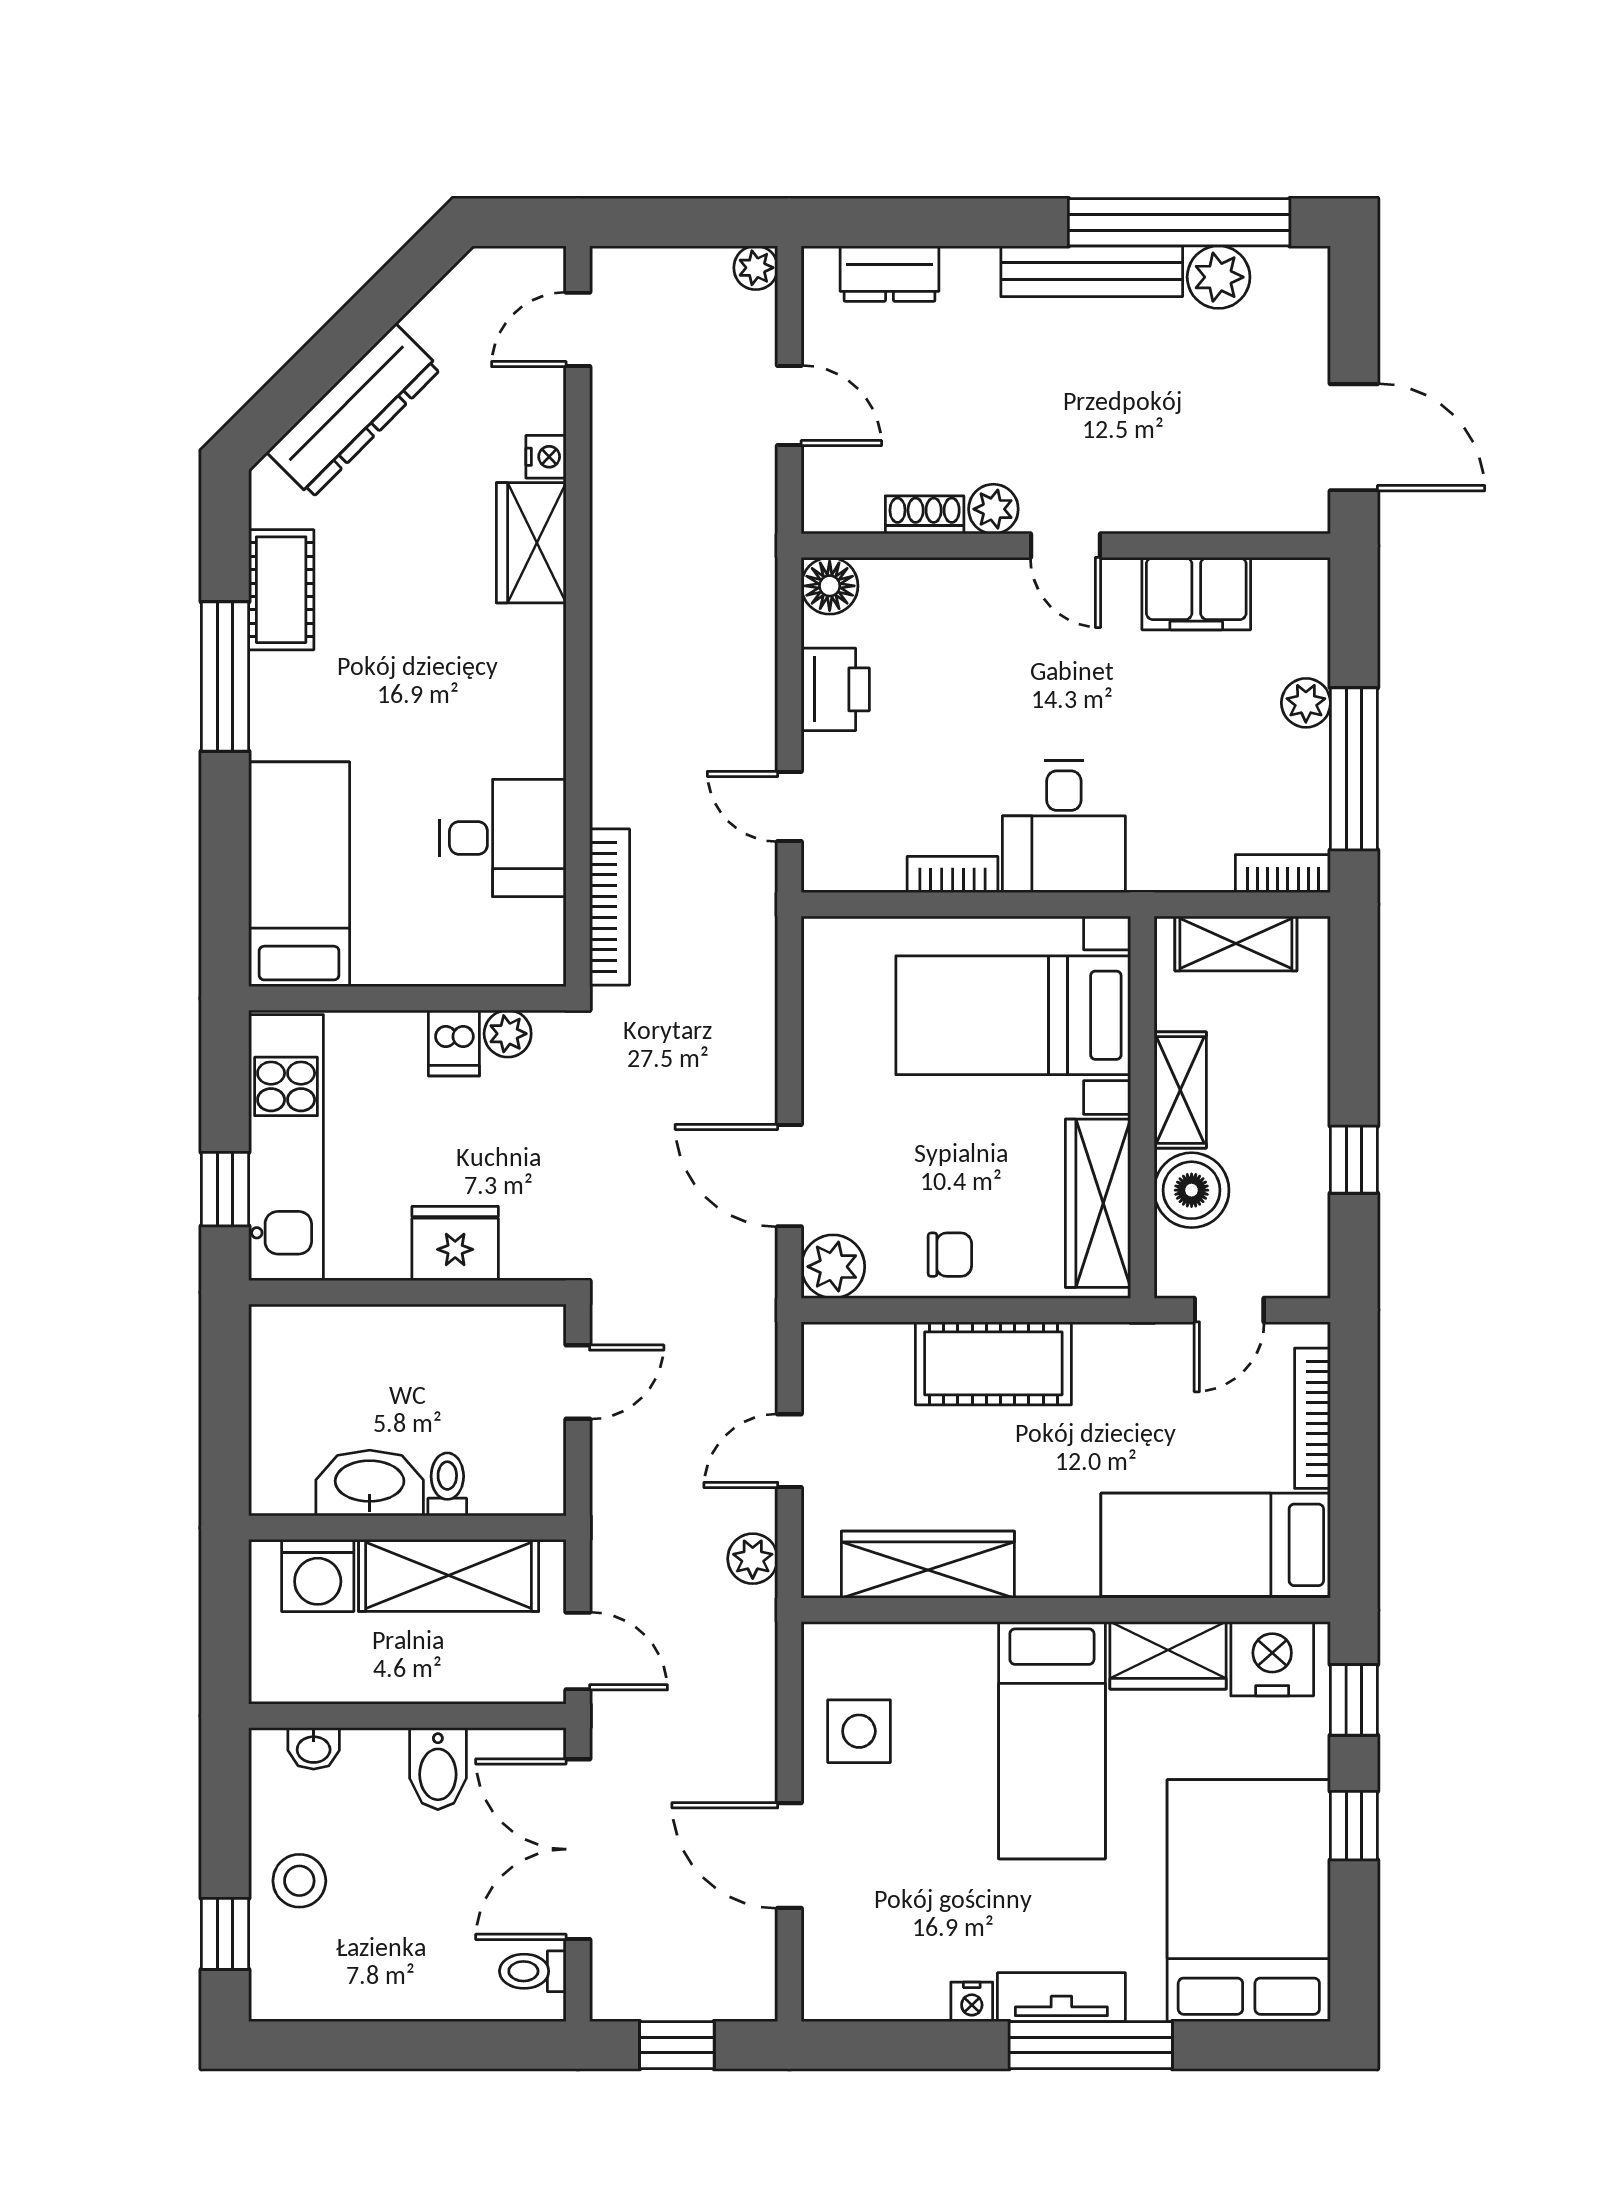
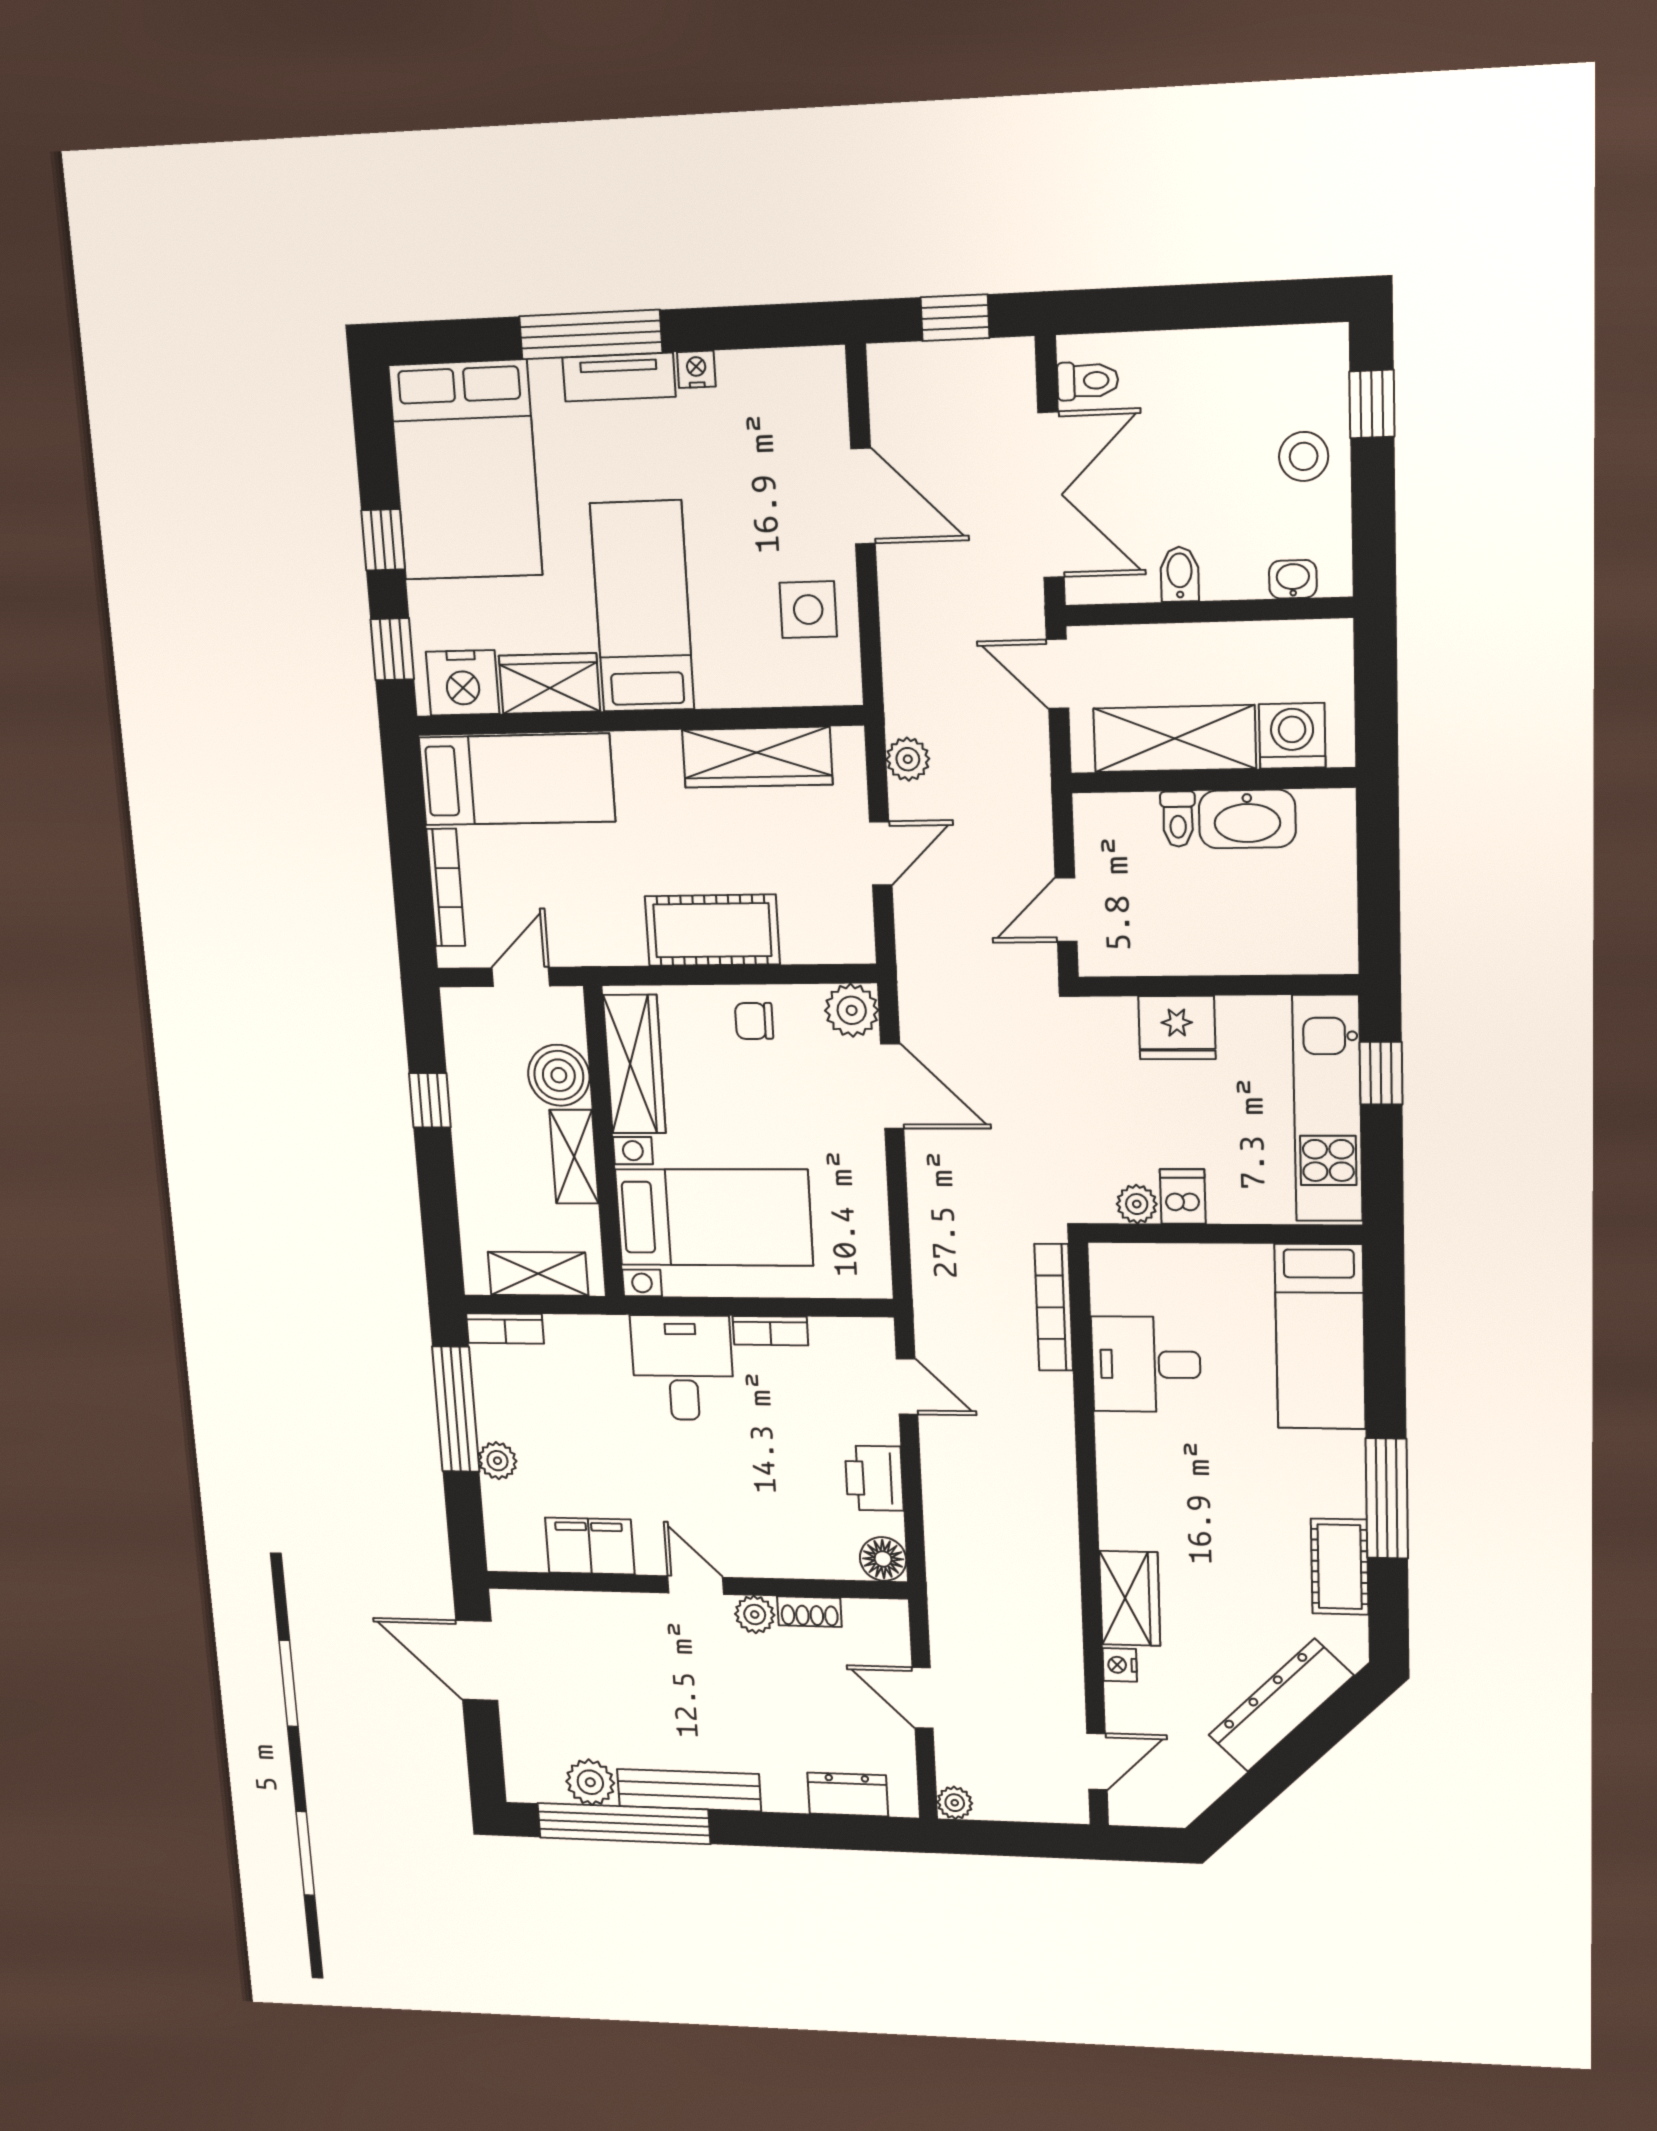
bidet: (438, 1769) -> (1180, 574), width x0.72, depth x0.74

